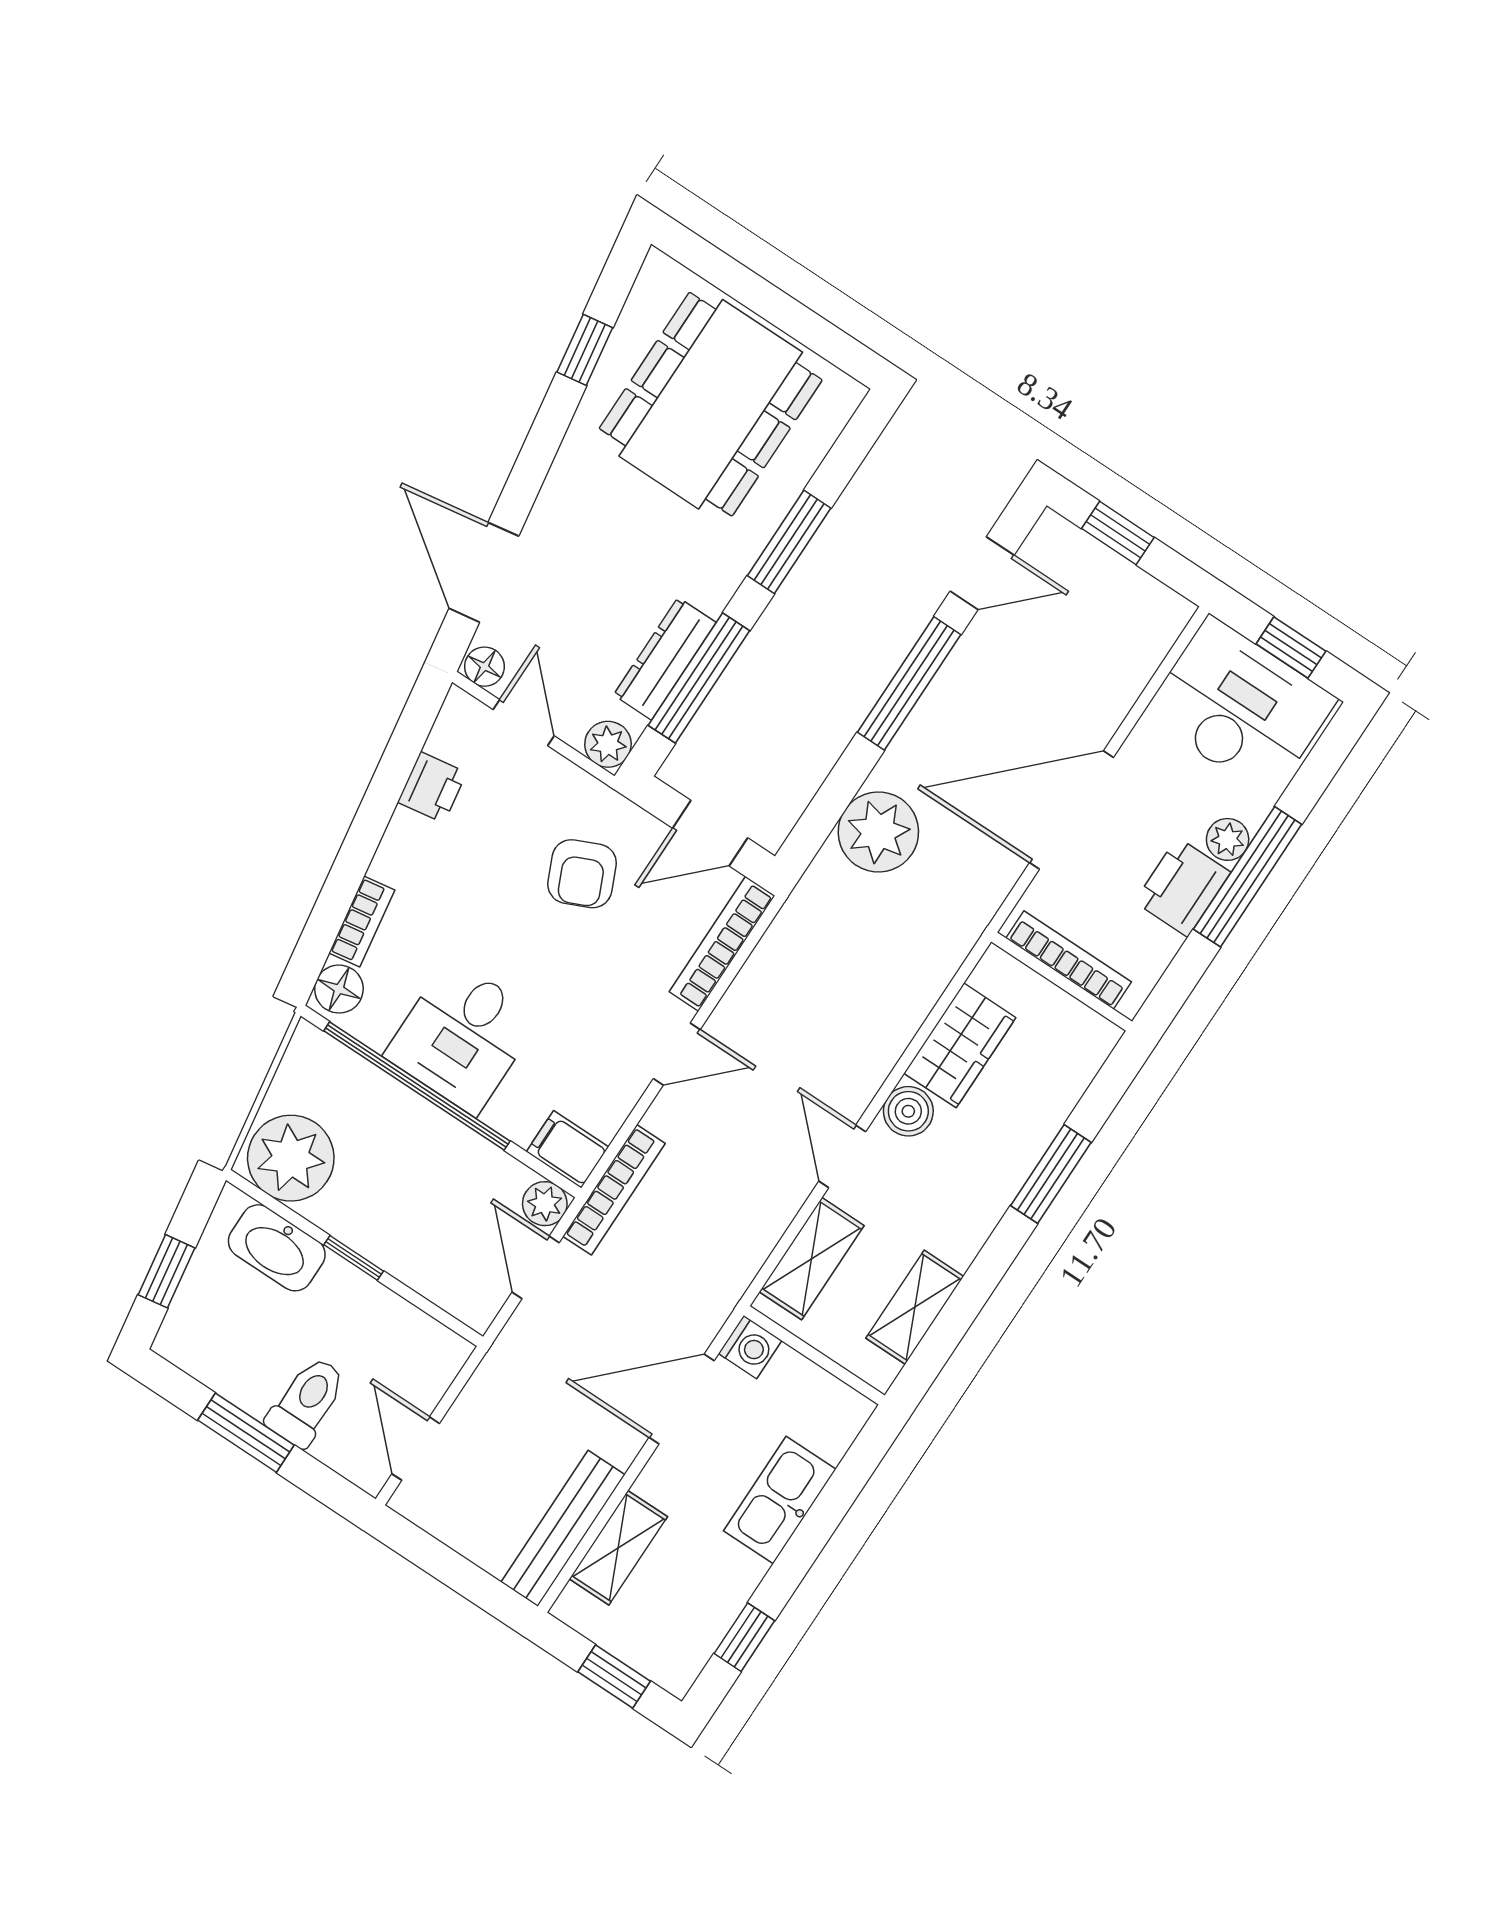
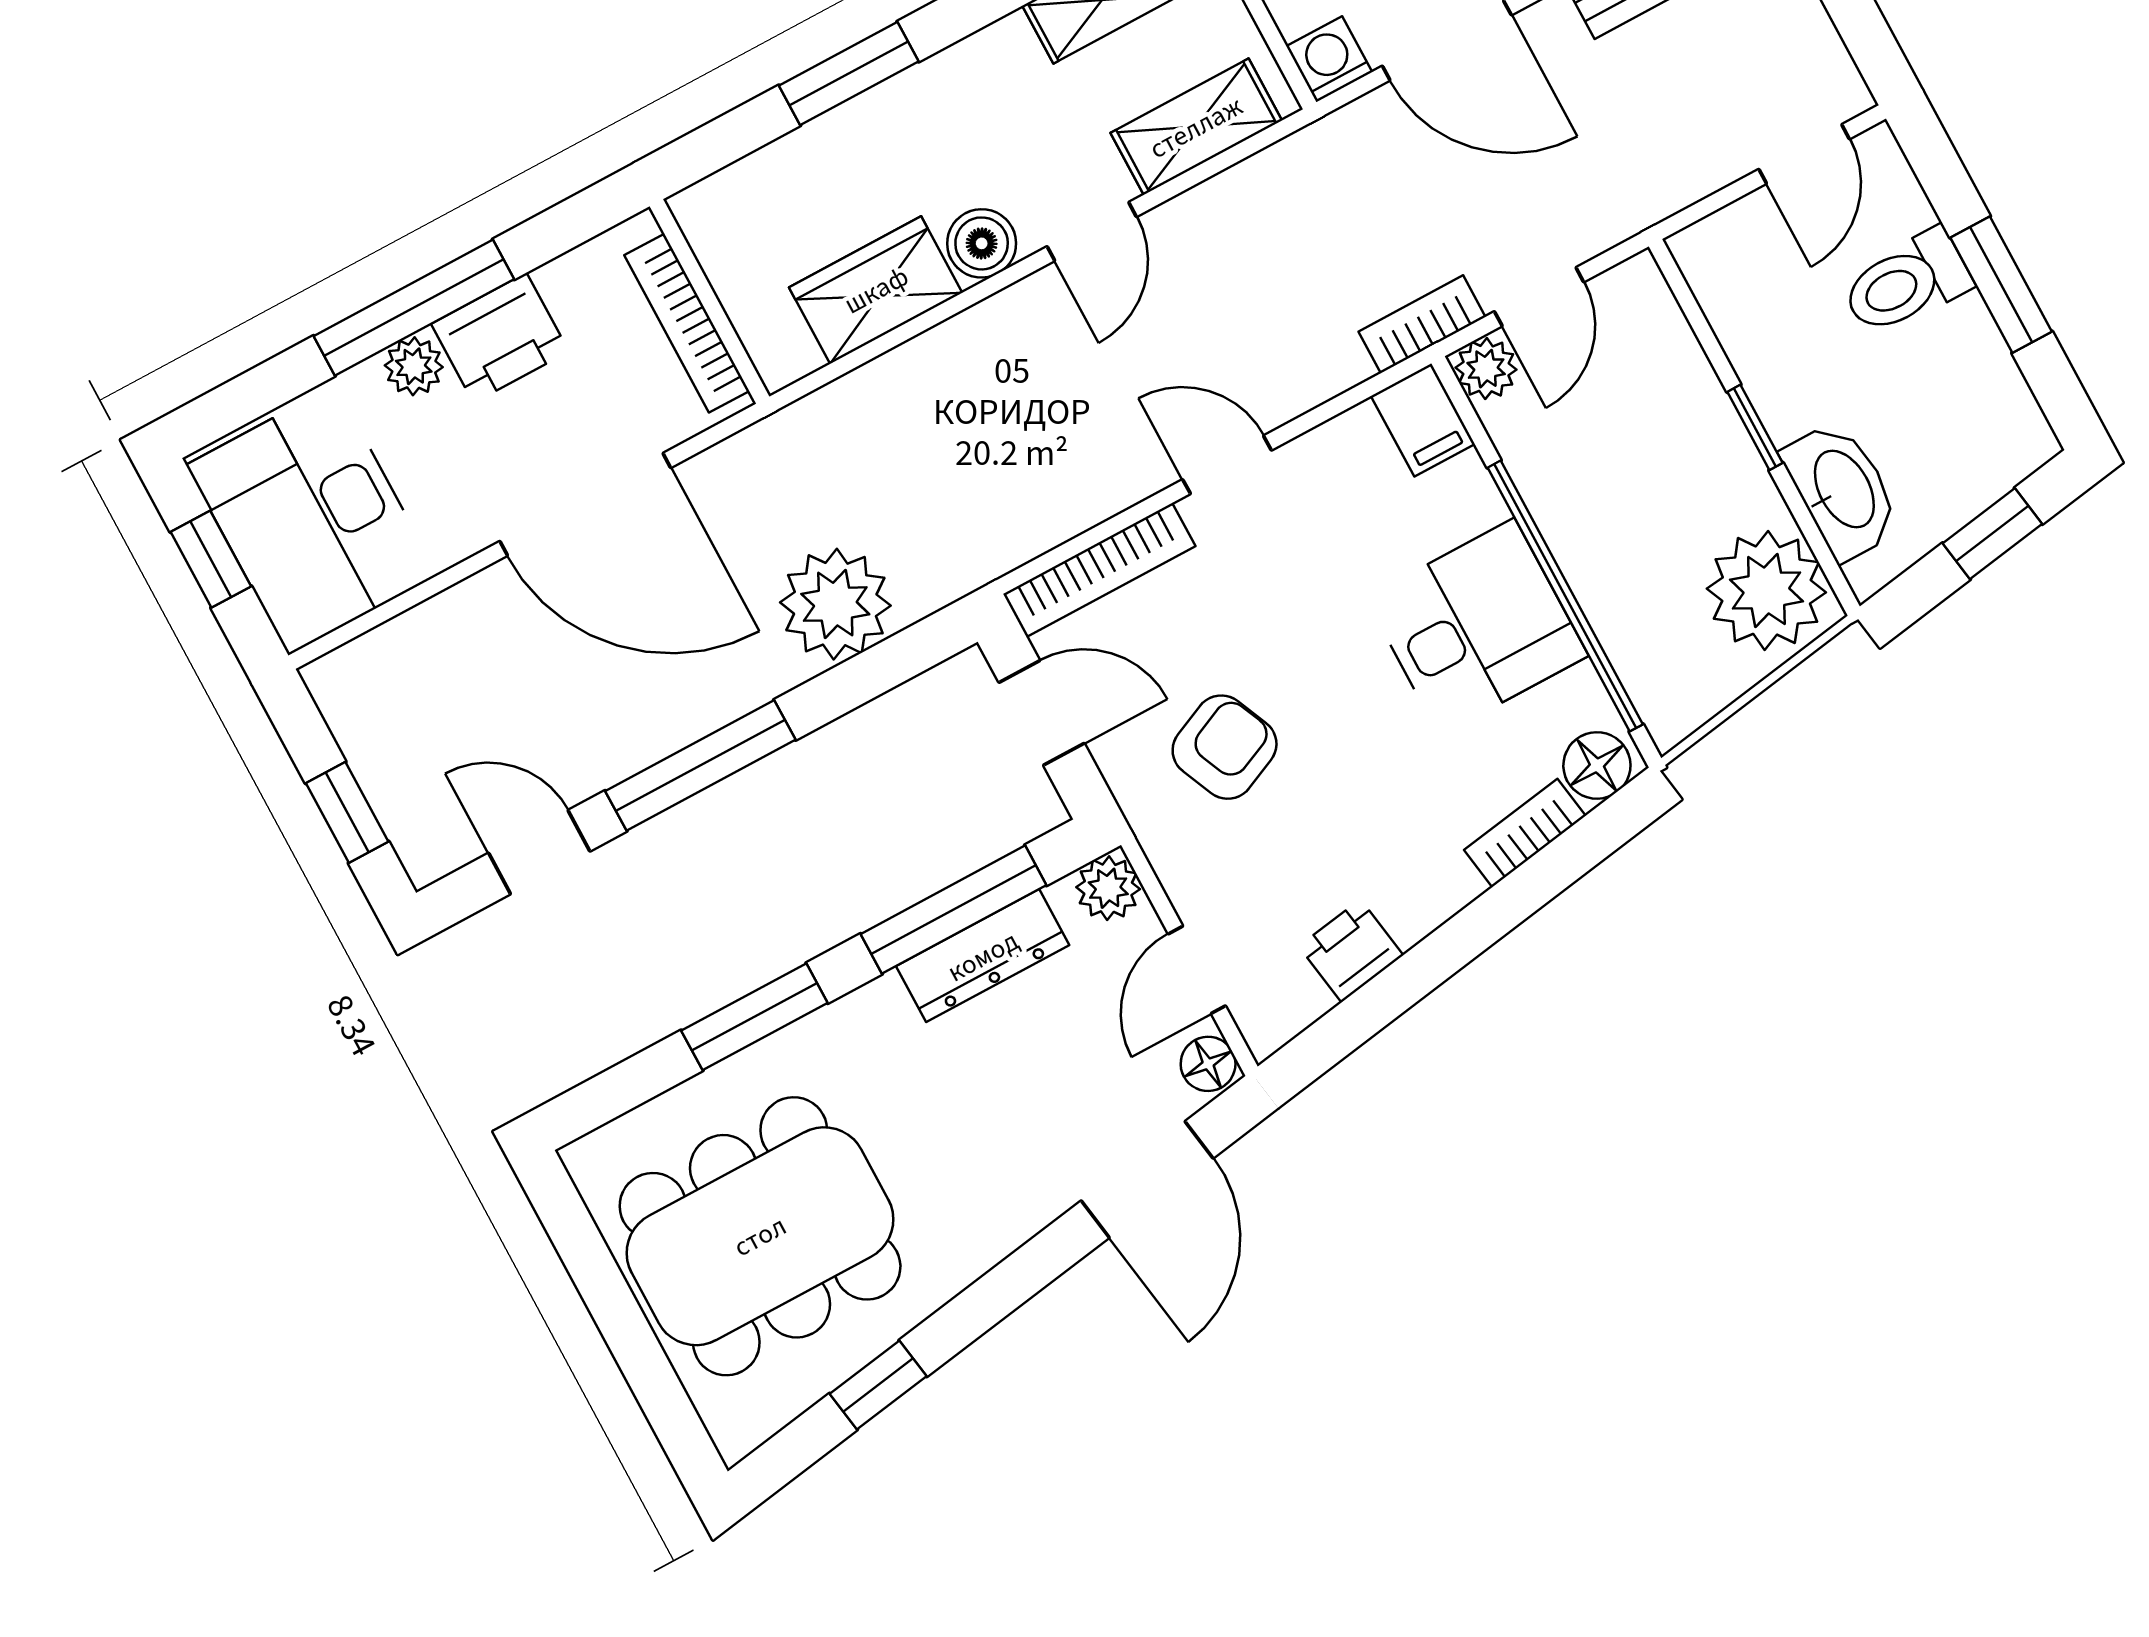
bookcase: (614, 1190) -> (1422, 324), width x0.64

